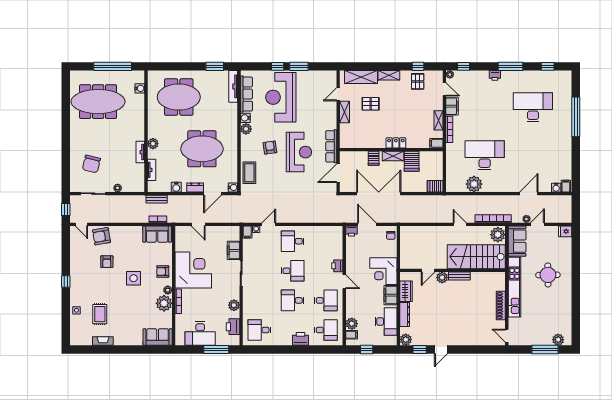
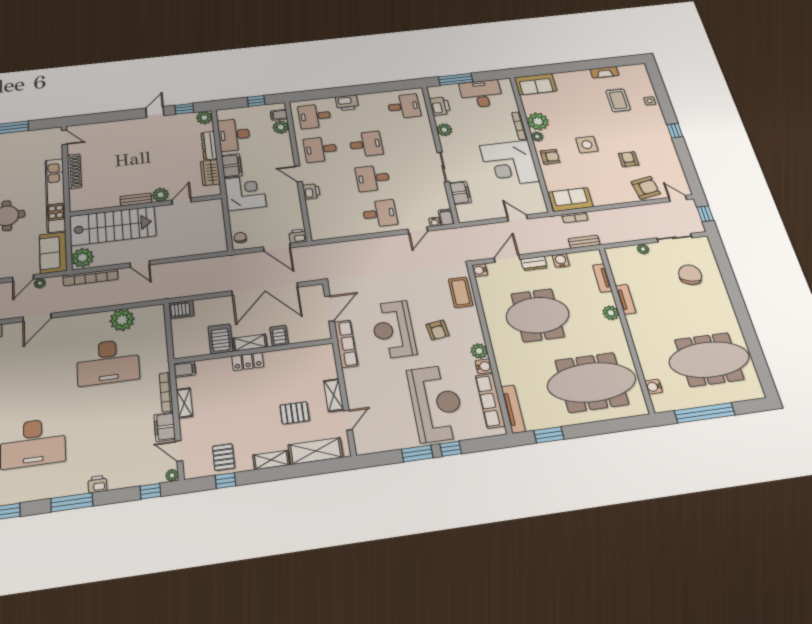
meeting table: (179, 97) -> (592, 382), width x1.36

